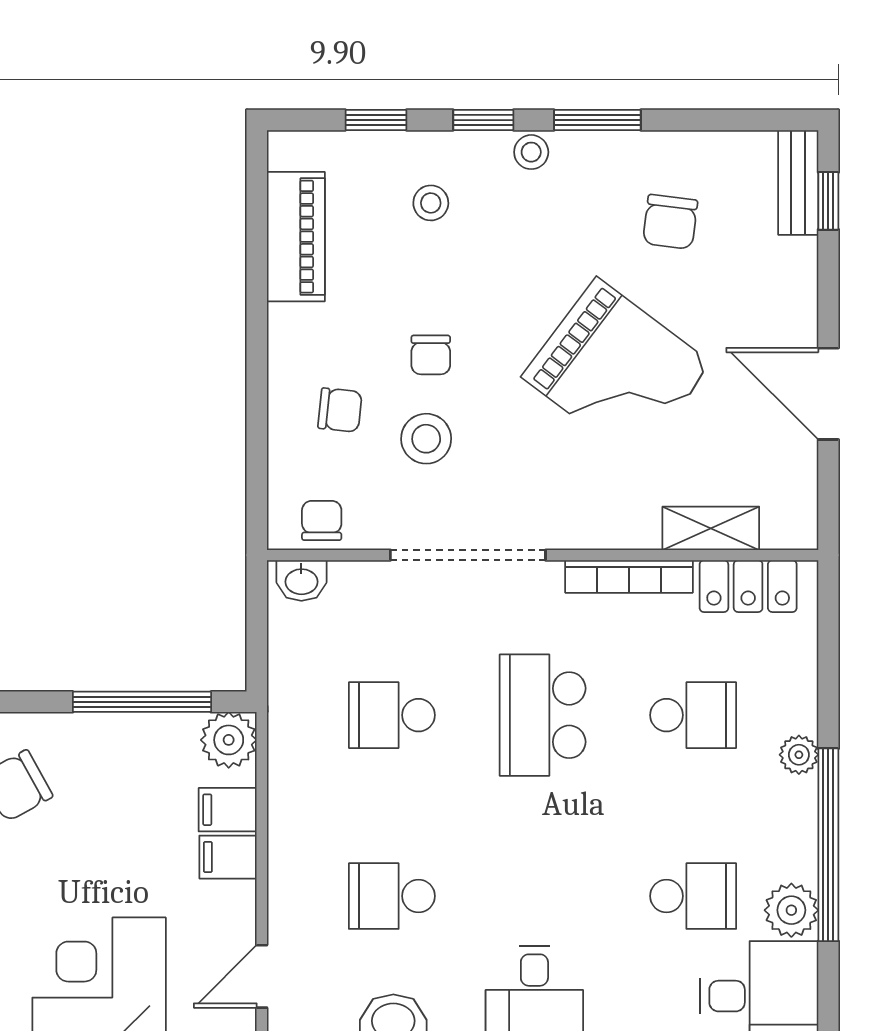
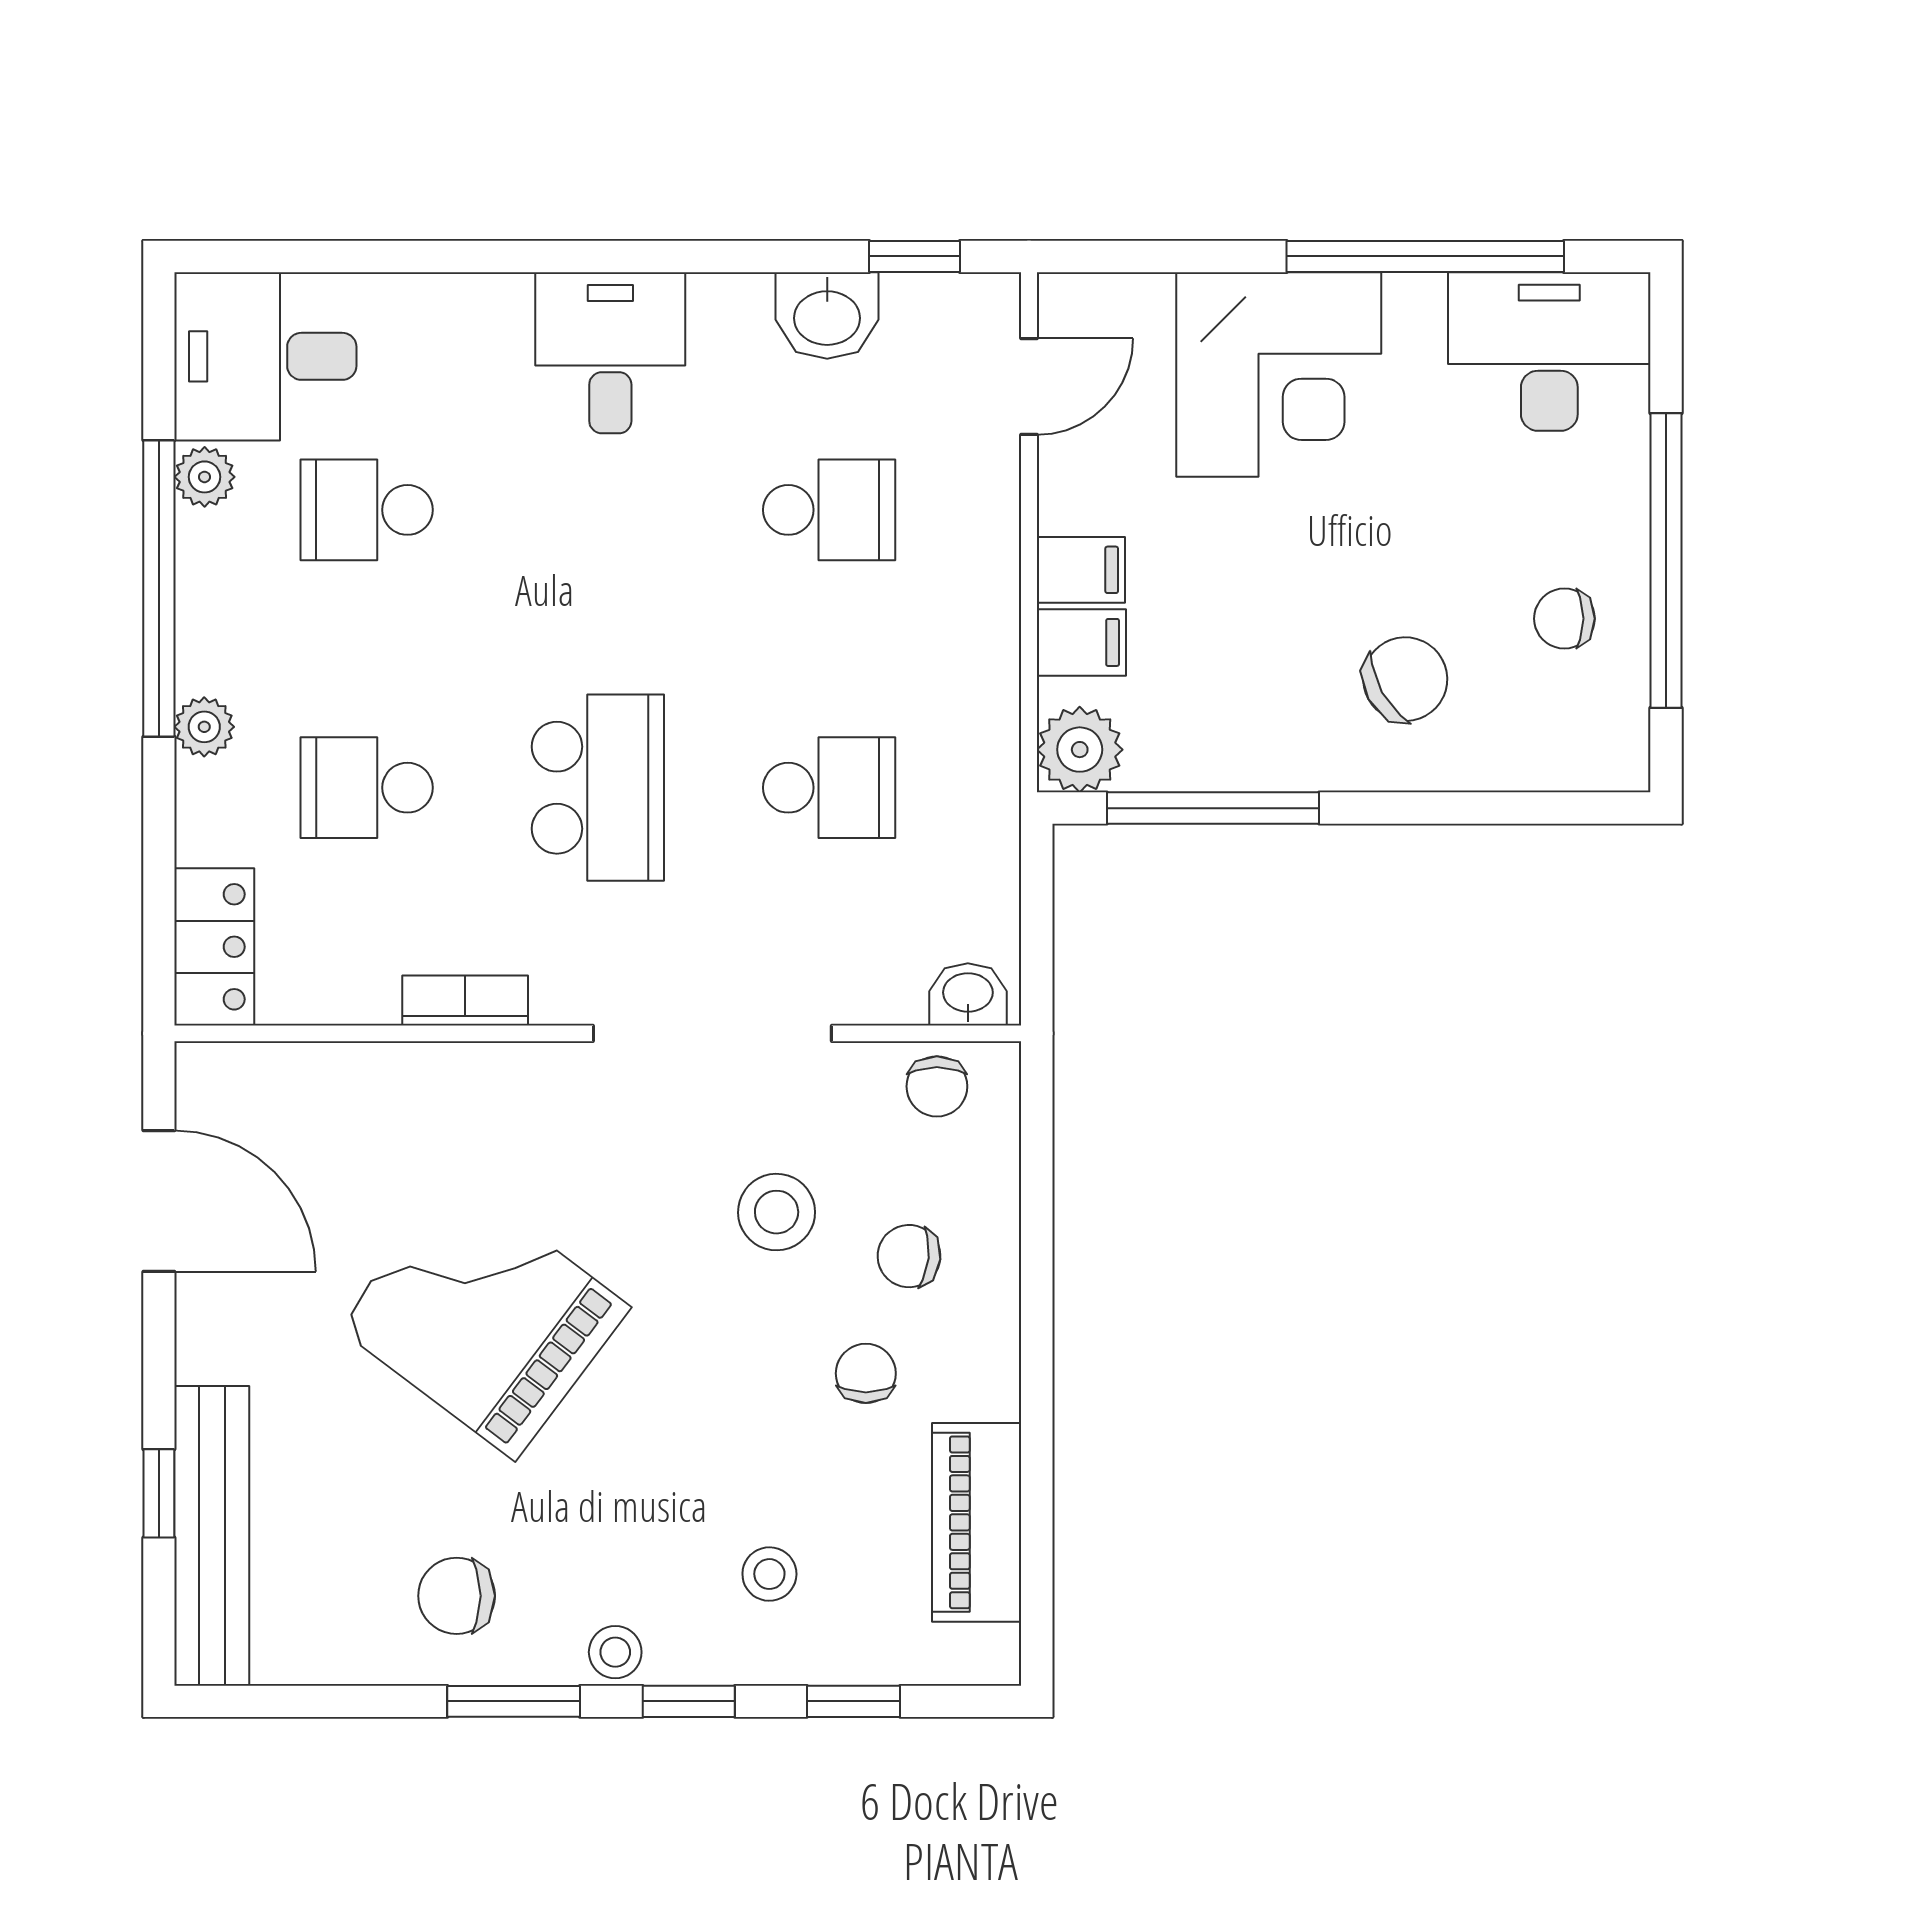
bench: (798, 183) -> (212, 1536), width x1.86, depth x1.21
window: (828, 201) -> (159, 1493), moved
chair: (670, 222) -> (457, 1596), moved, turned -97
chair: (431, 355) -> (866, 1373), moved
door: (828, 394) -> (159, 1201), moved
shelving: (711, 528) -> (339, 1074), removed
bookcase: (629, 577) -> (465, 1000), width x0.64
locker: (748, 586) -> (214, 947), moved, turned 90
plant: (791, 910) -> (205, 477), width x0.73, depth x0.73

